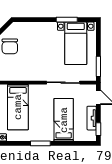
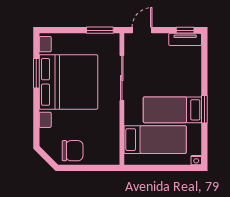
bed with nightstands: (76, 43) -> (68, 82), width x1.85
tv unit: (92, 118) -> (185, 39), moved
bed: (64, 120) -> (172, 110), moved

